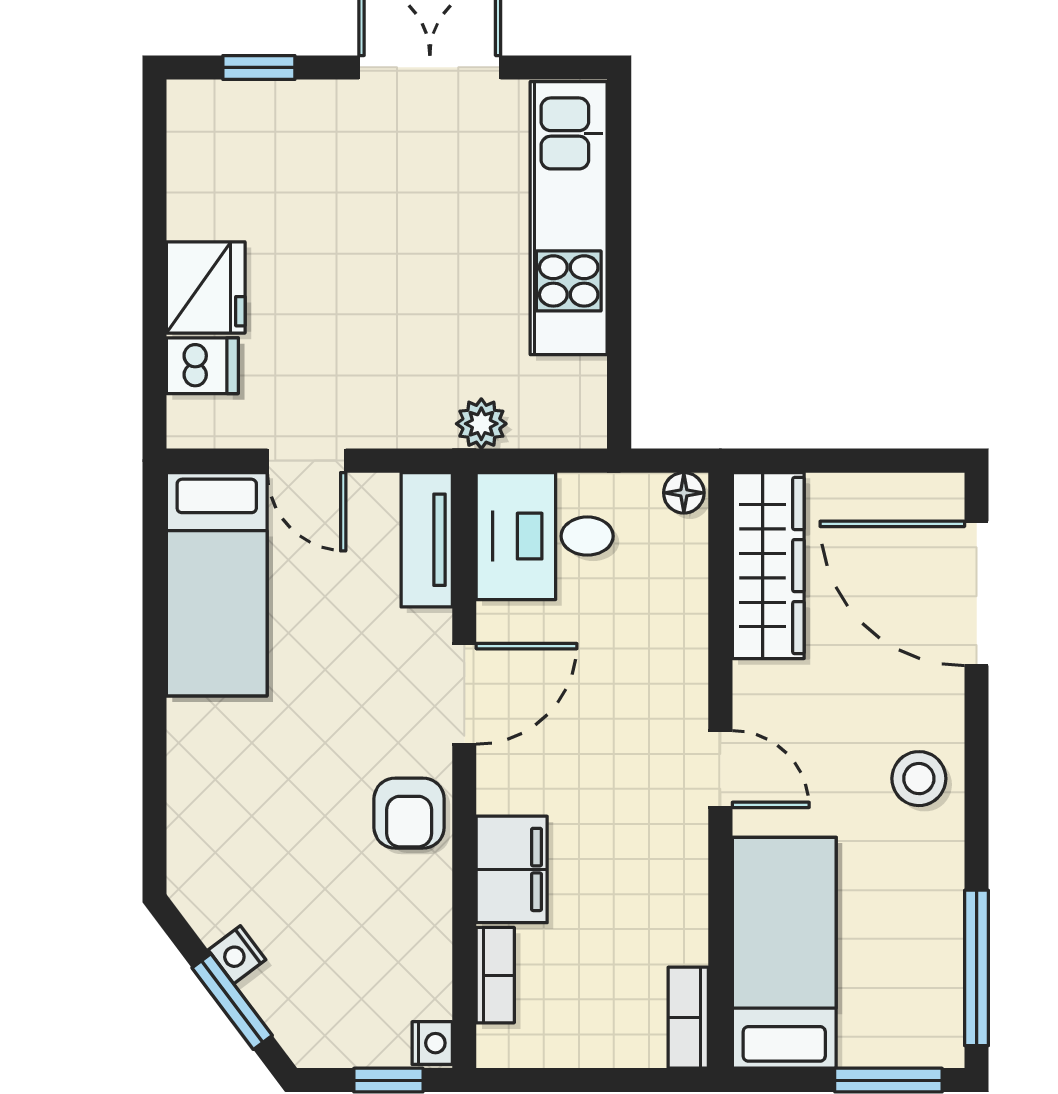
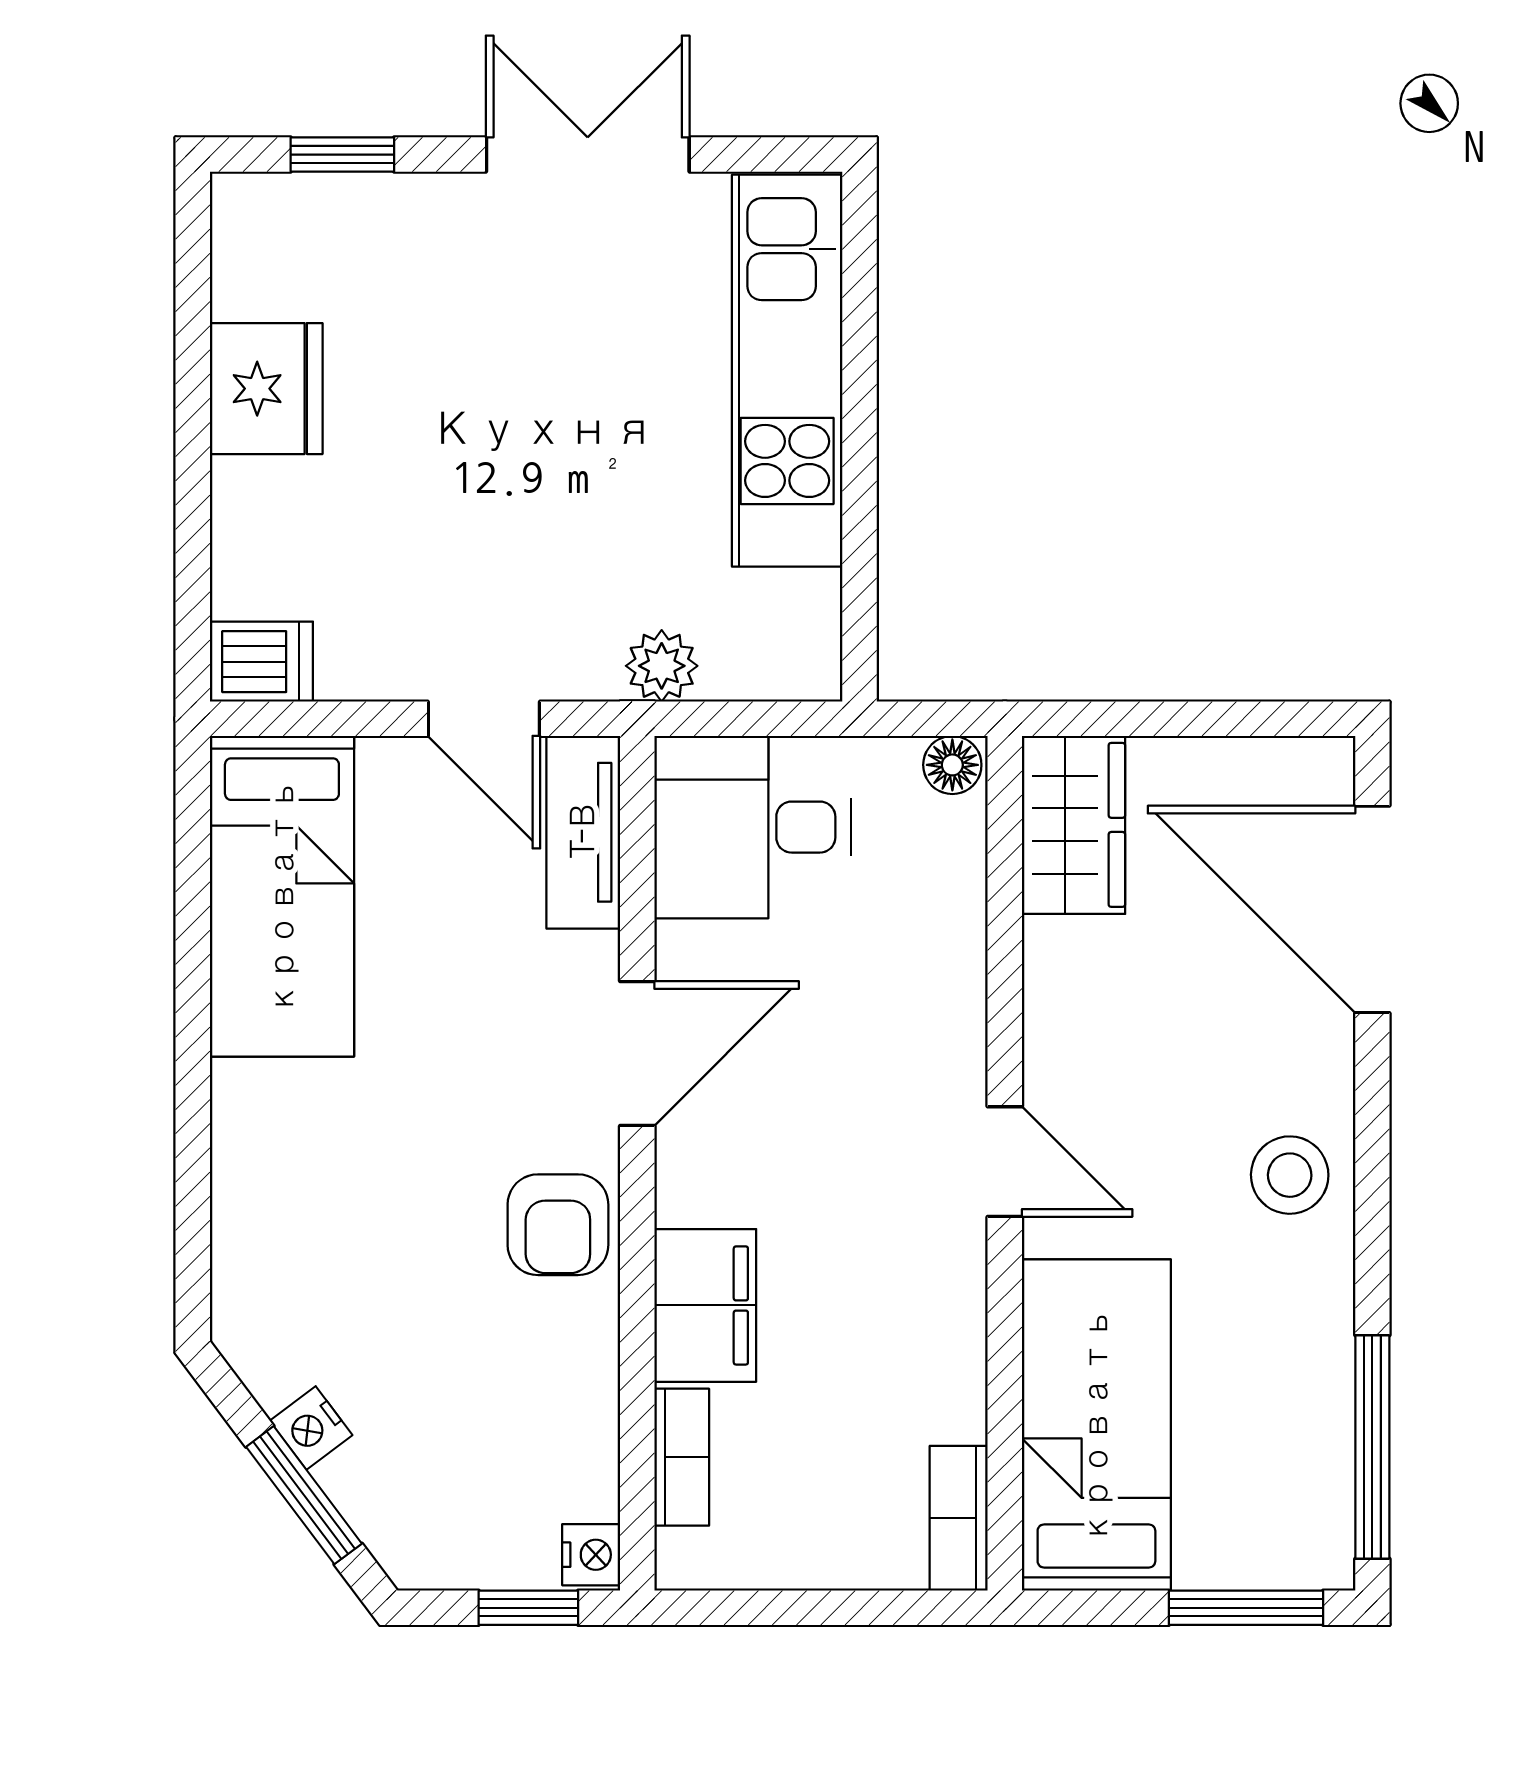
fridge: (206, 287) -> (266, 389), moved
dishwasher: (202, 366) -> (261, 662), moved
door: (307, 461) -> (484, 719), moved
wardrobe: (768, 566) -> (1074, 825), width x0.67

